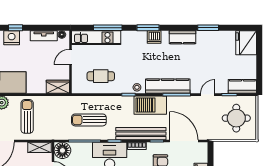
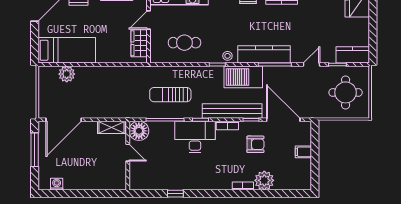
wardrobe: (58, 87) -> (139, 43), moved, turned -90
sun lounger: (27, 116) -> (97, 90), removed

